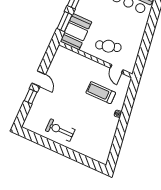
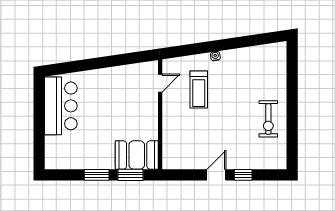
cafe table: (108, 46) -> (136, 106), removed

